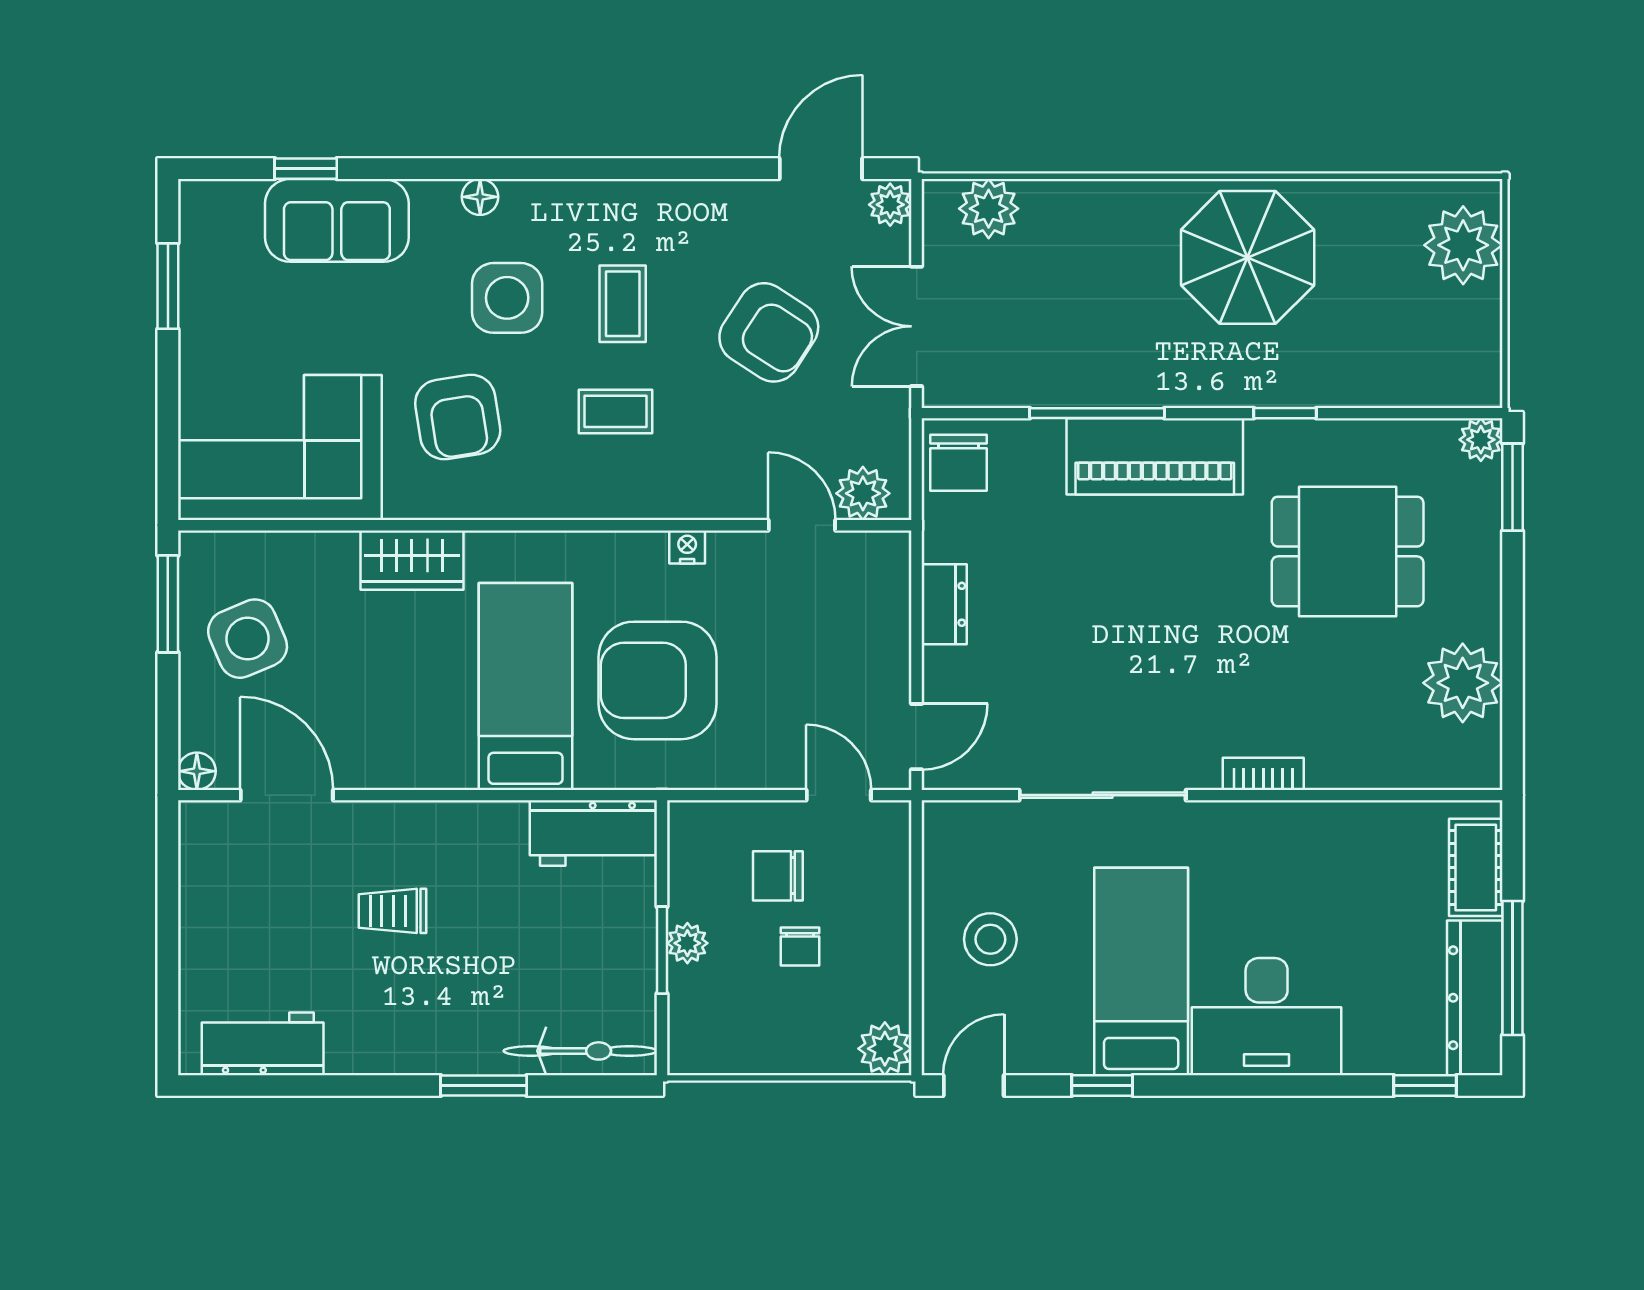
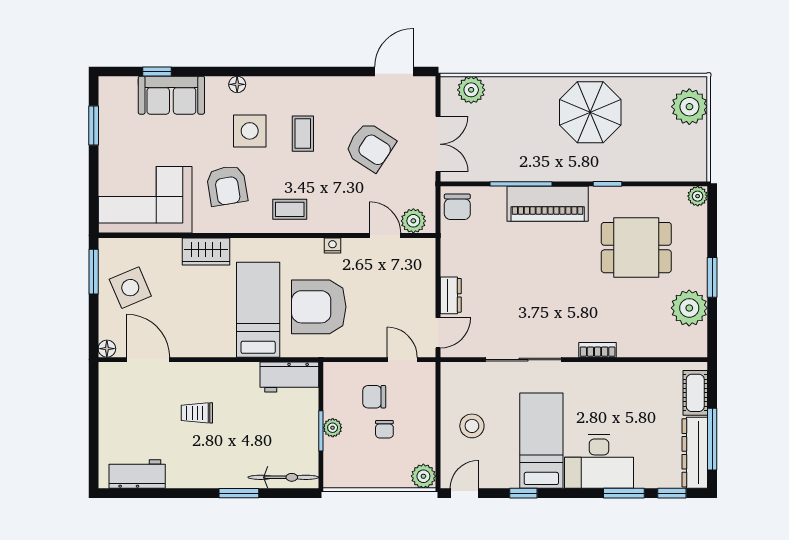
plant: (890, 205) -> (426, 88), removed
double door: (917, 326) -> (438, 144), swing flipped
coffee table: (615, 411) -> (290, 209), moved
window: (1512, 487) -> (712, 277), moved
dresser: (944, 604) -> (451, 295), moved
window: (1321, 1085) -> (624, 493), added

